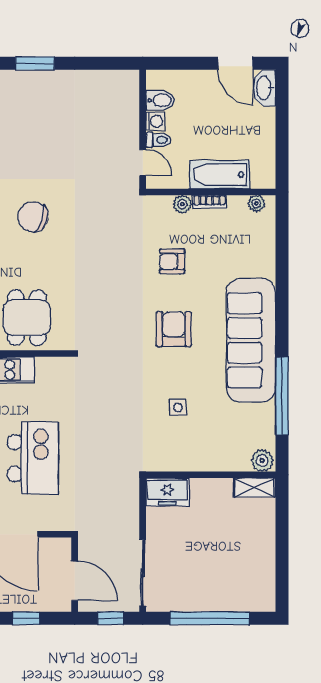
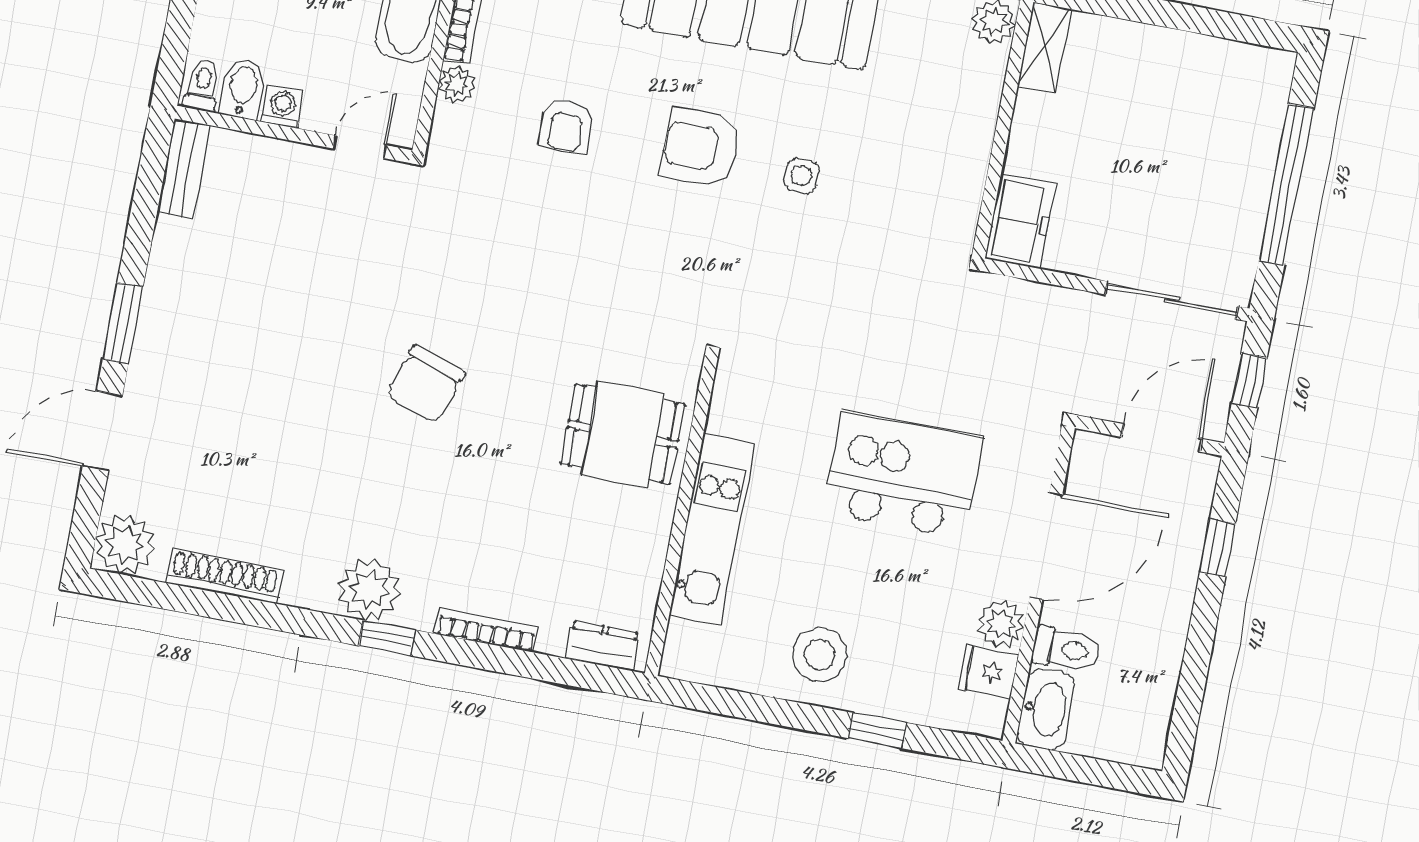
bench: (115, 79) -> (184, 169), added
toilet: (158, 140) -> (202, 85), moved
side table: (178, 407) -> (802, 176), moved

